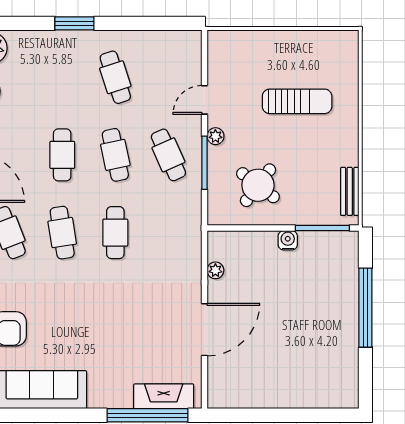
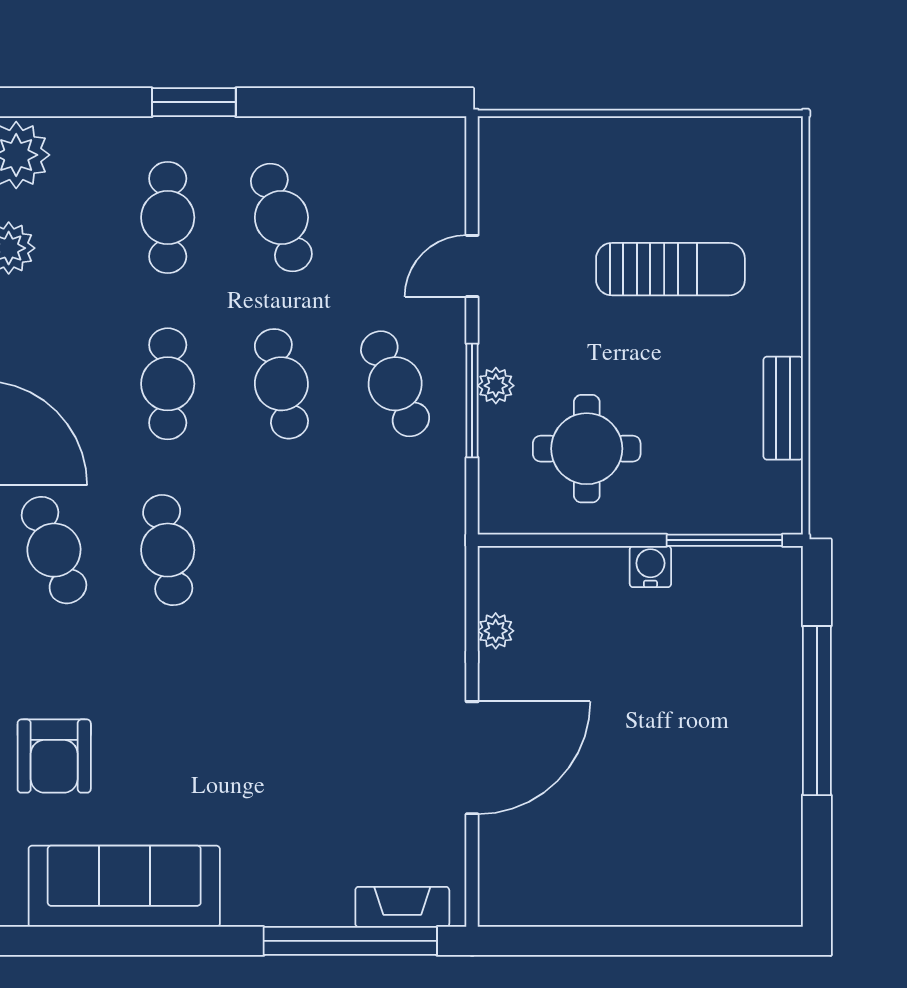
plant: (215, 136) -> (496, 386), moved
round table: (258, 185) -> (587, 449), turned -37
bench: (350, 191) -> (783, 408), moved
cafe table: (115, 233) -> (168, 217), moved
fireplace: (164, 396) -> (402, 907), width x0.73, depth x0.76

